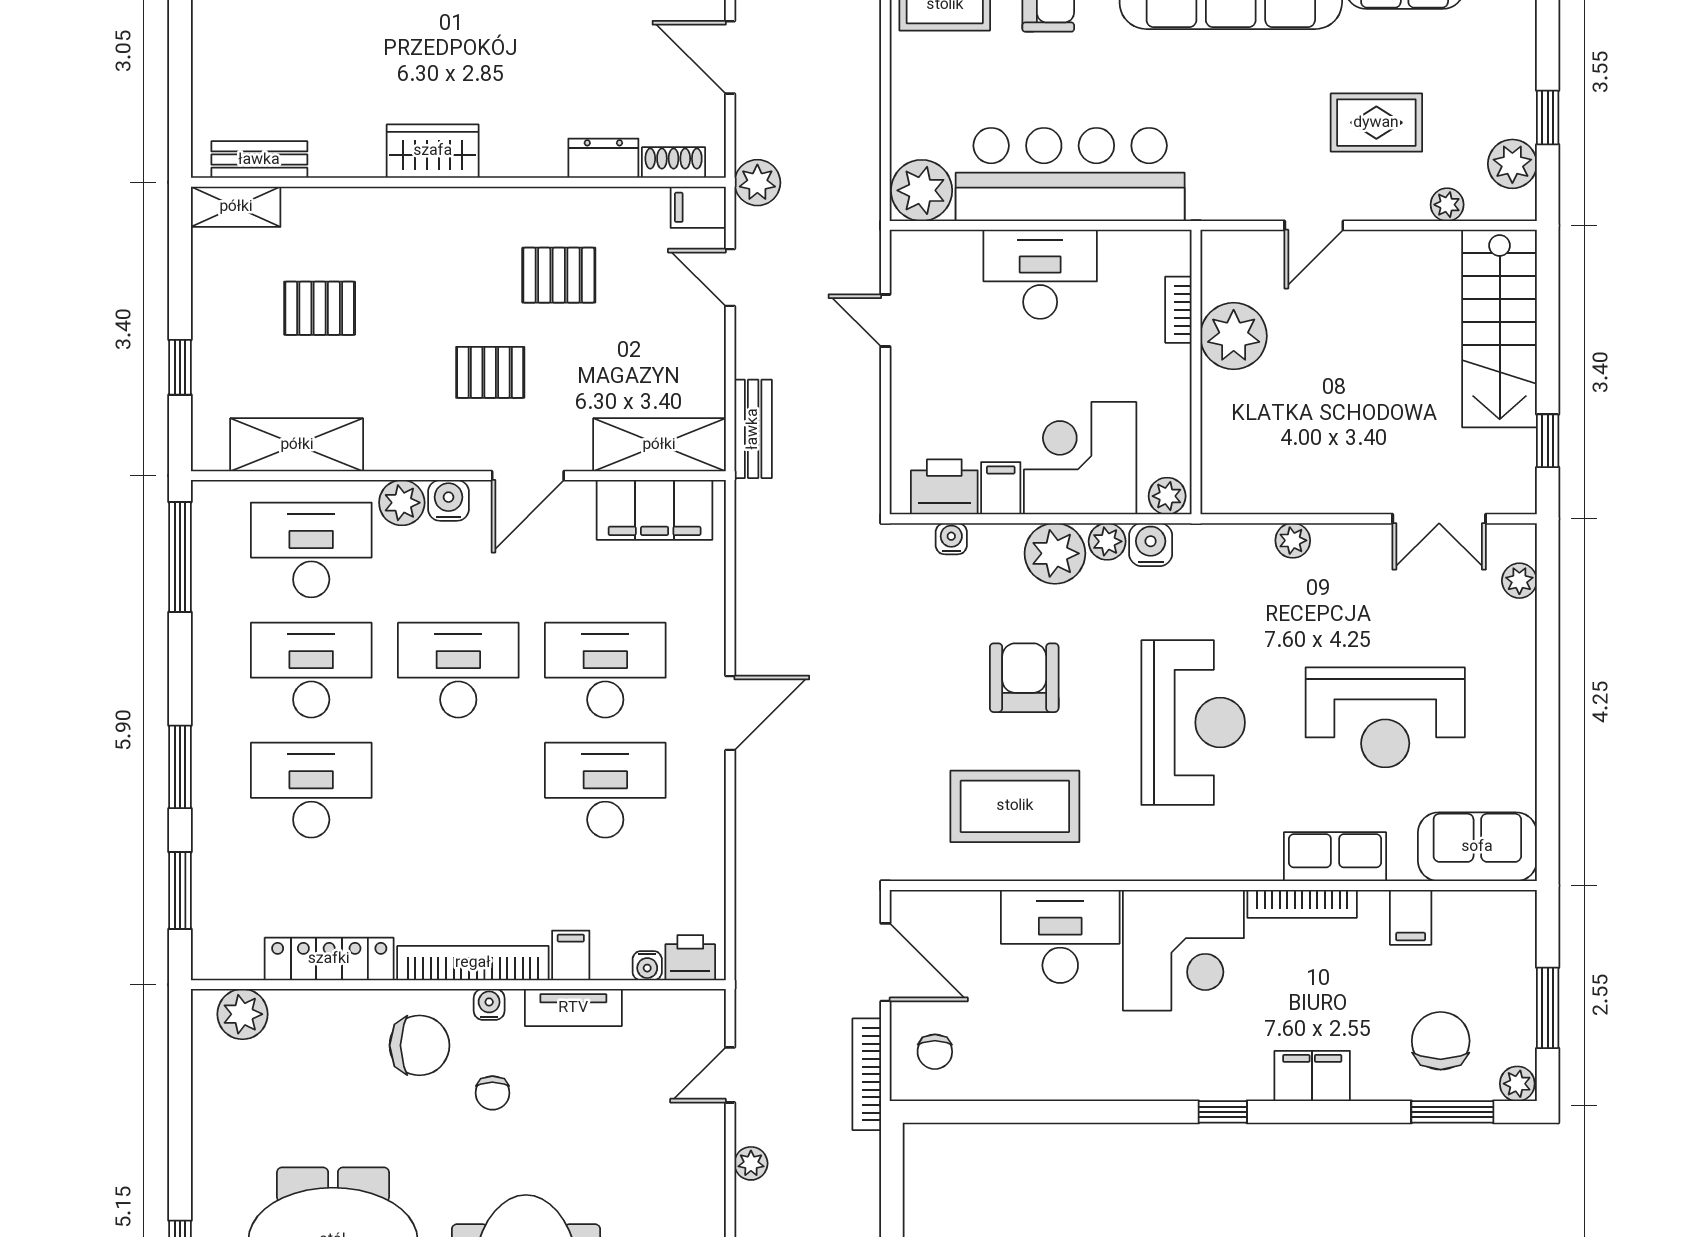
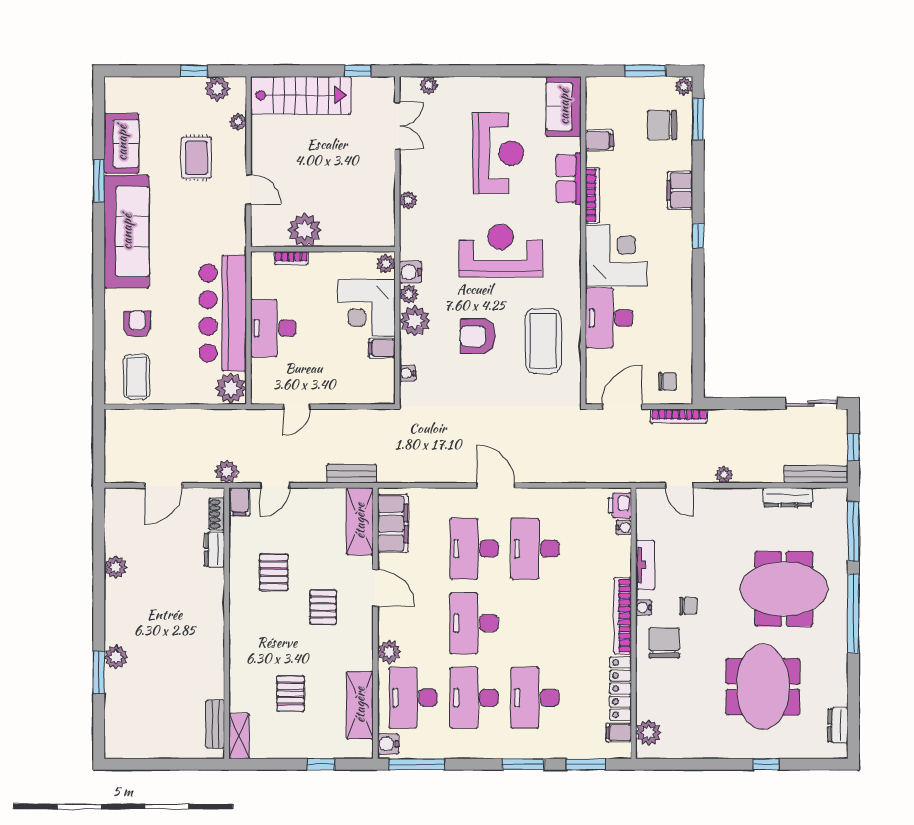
wardrobe: (433, 151) -> (211, 636), removed
printer: (944, 487) -> (381, 377), removed
water cooler: (449, 500) -> (388, 744), moved
filing cabinet: (571, 955) -> (619, 733), moved

